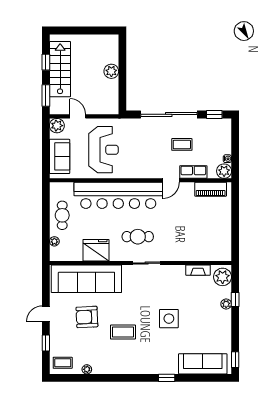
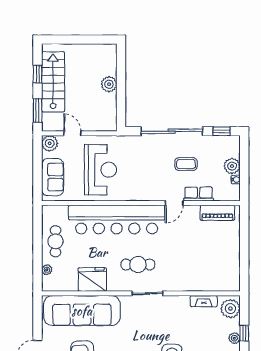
plant: (224, 171) -> (232, 166), moved

